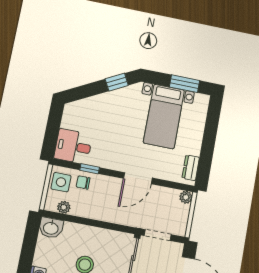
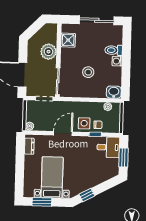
window: (53, 128) -> (124, 157), added
side table: (61, 182) -> (84, 123), moved

